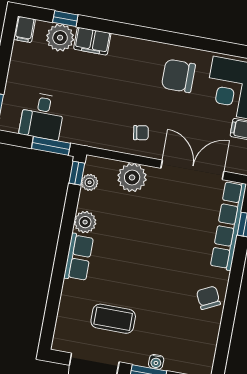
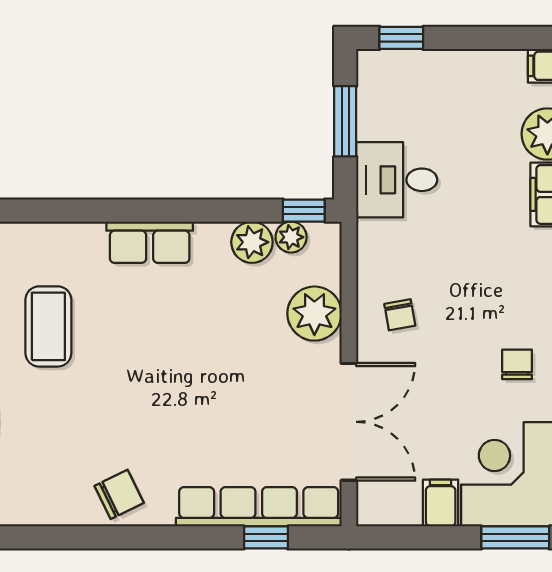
chair: (178, 76) -> (517, 364), width x0.54, depth x0.54
desk: (42, 116) -> (397, 180), moved
window: (51, 146) -> (345, 121), moved
plant: (85, 222) -> (252, 242), moved

